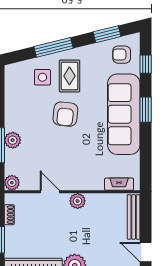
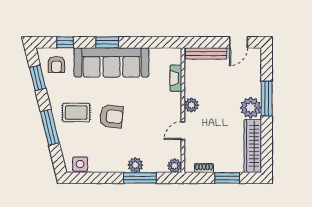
side table: (42, 77) -> (80, 164), moved
fireplace: (119, 184) -> (176, 78), moved

